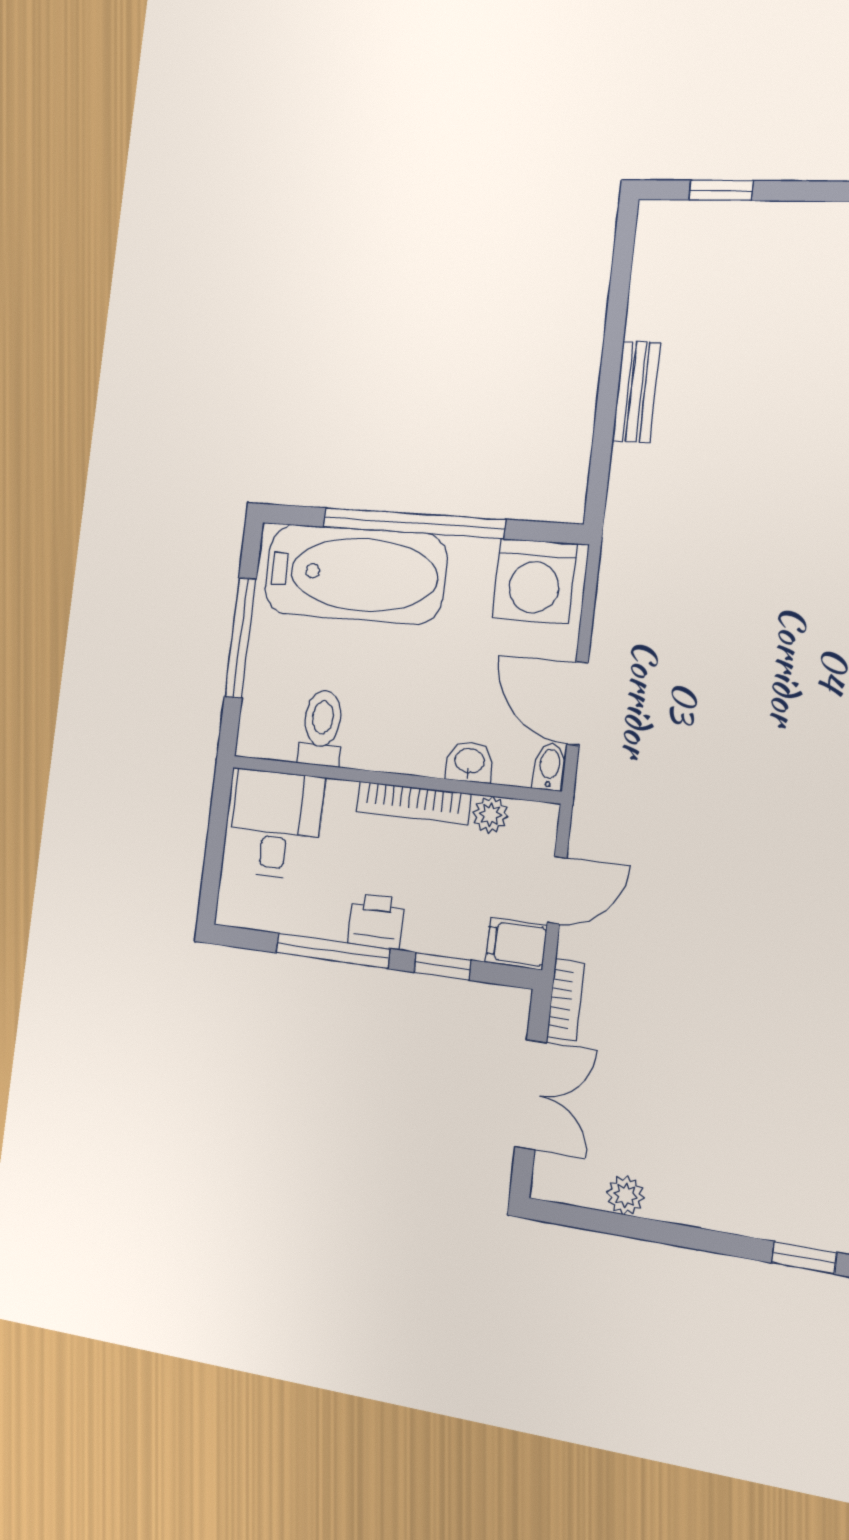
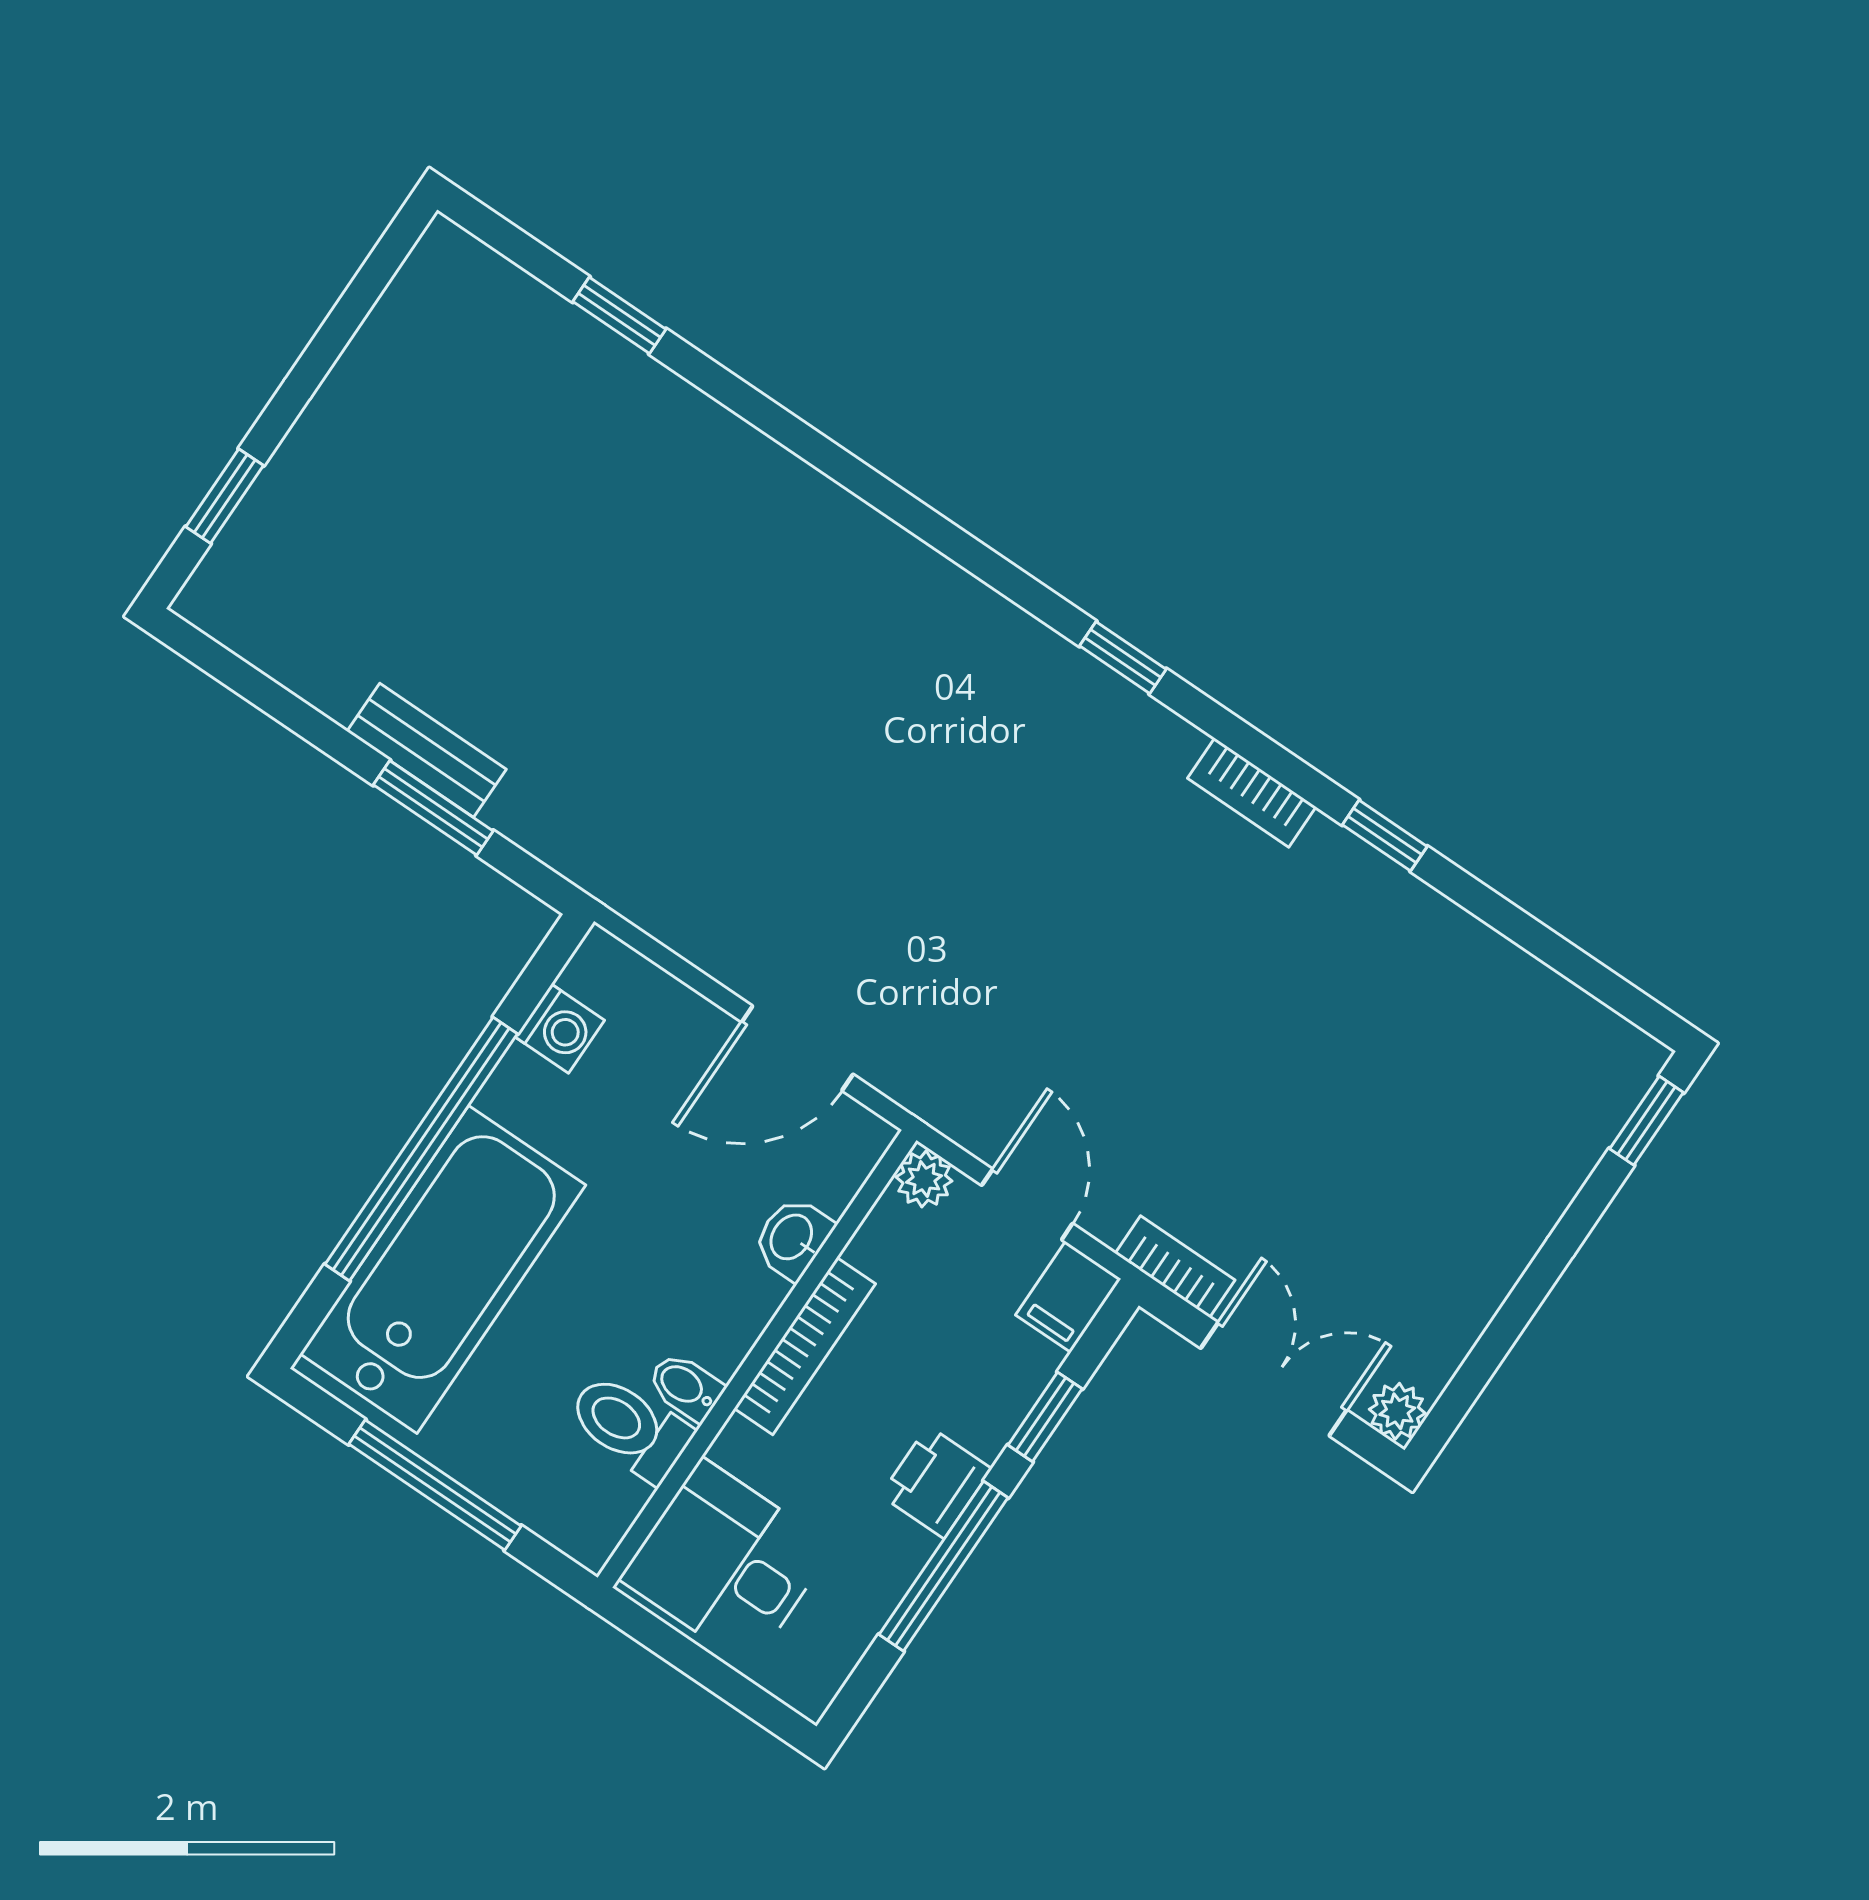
window: (605, 415) -> (433, 808), added
washing machine: (534, 581) -> (560, 1029), width x0.53, depth x0.53
bidet: (550, 767) -> (686, 1387), moved
plant: (490, 815) -> (924, 1179), moved
plant: (625, 1195) -> (1397, 1411), moved

